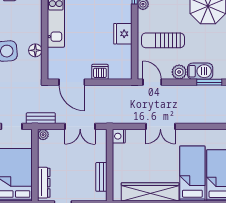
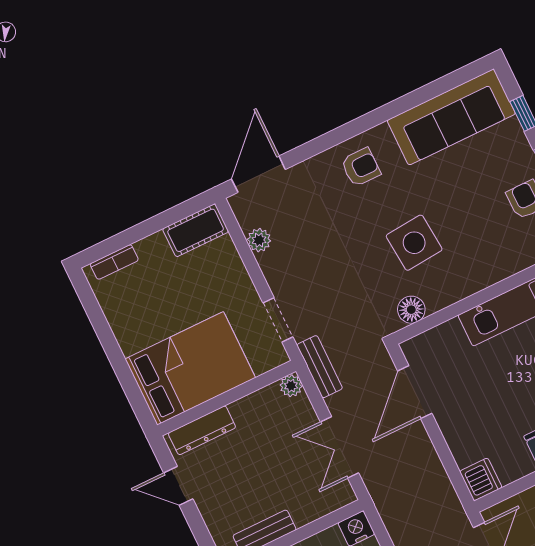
floor lamp: (35, 50) -> (411, 310), moved
dishwasher: (100, 72) -> (481, 479), moved

